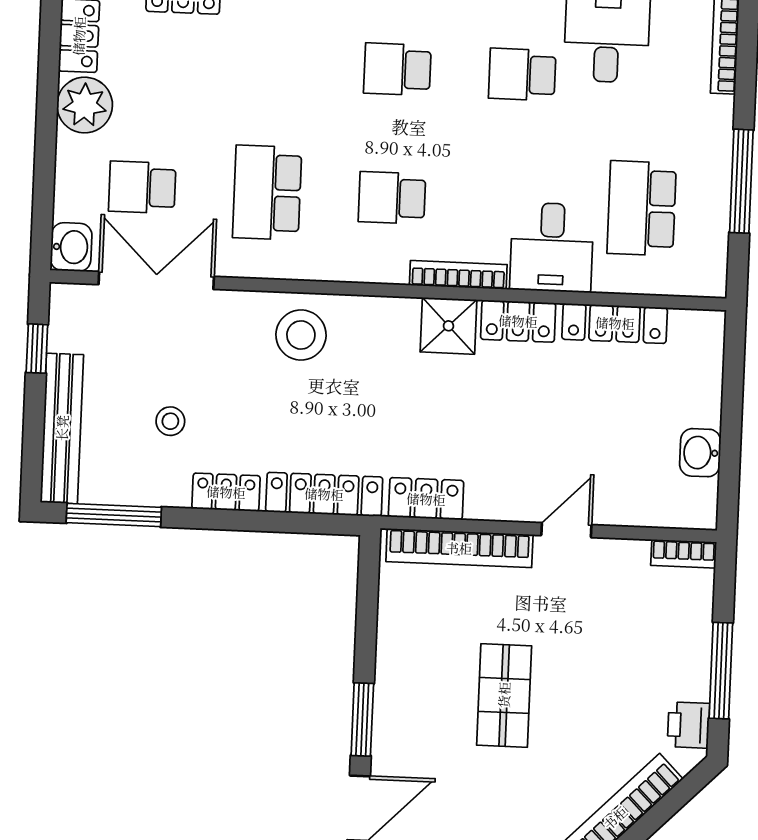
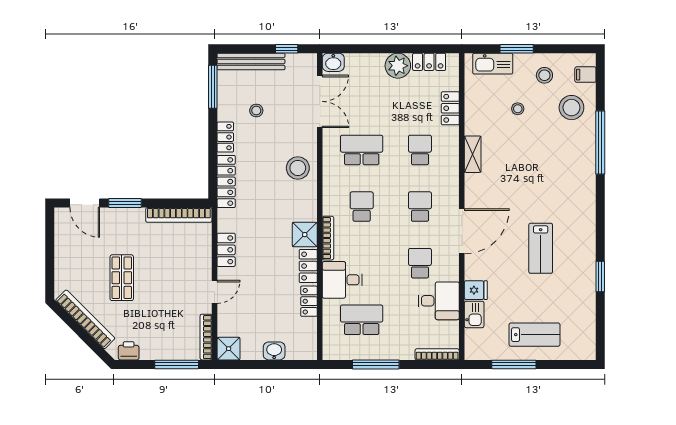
school desk: (142, 187) -> (420, 150), moved
locker: (615, 323) -> (309, 301), width x0.66
washbasin: (700, 453) -> (274, 351), moved
locker: (426, 499) -> (226, 250), moved
shower: (693, 504) -> (229, 349), added
door: (566, 530) -> (215, 292), hinge flipped
bookcase: (459, 548) -> (179, 215), moved, turned -90
bookcase: (684, 554) -> (206, 337), width x1.56
window: (721, 671) -> (177, 364), moved
shop shelf: (504, 695) -> (122, 278), moved, turned 90

